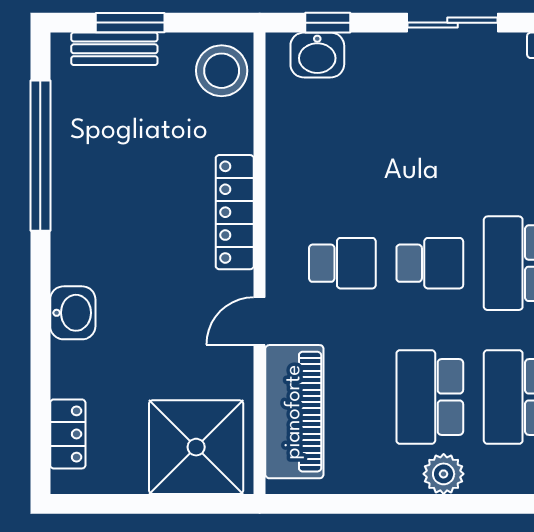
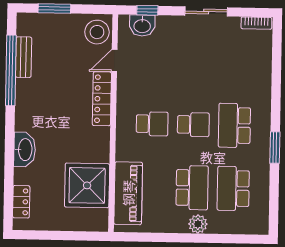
bench: (114, 49) -> (23, 57), moved, turned 90
washbasin: (73, 313) -> (25, 150), width x1.38
door: (260, 321) -> (114, 61), moved
school desk: (430, 397) -> (192, 188), turned 180
shower: (196, 447) -> (87, 185), moved

